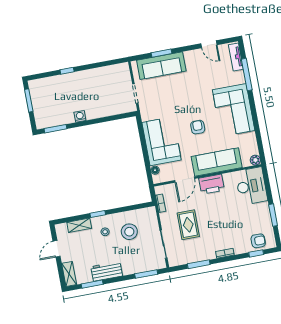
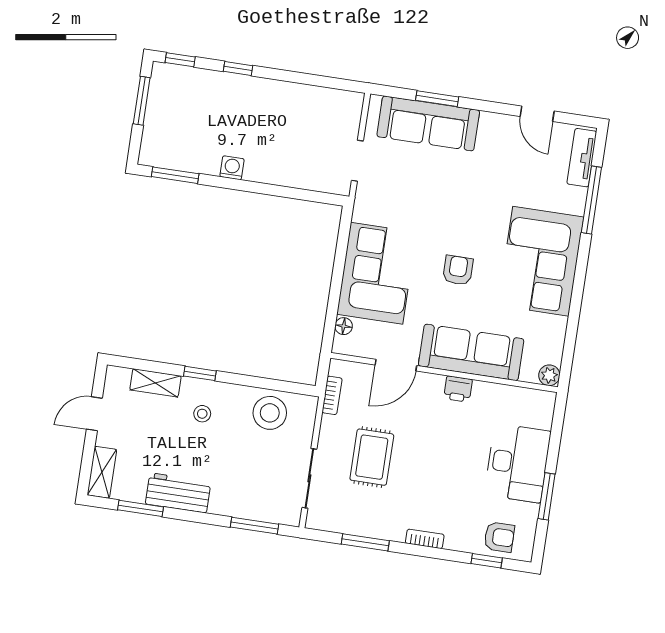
window: (40, 76) -> (180, 60), added
printer: (212, 184) -> (458, 389), width x0.53, depth x0.68
desk: (251, 186) -> (518, 463), moved
stool: (129, 232) -> (270, 413), moved

